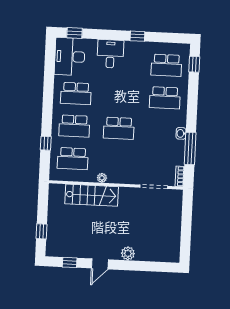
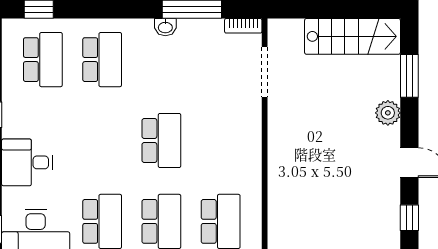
plant: (102, 178) -> (253, 167), removed
stairs: (92, 195) -> (352, 36), moved, turned 90
window: (148, 266) -> (409, 76), added

